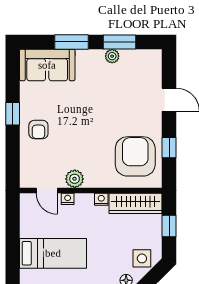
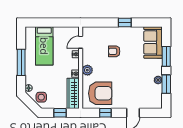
armchair: (38, 130) -> (114, 51), moved
plant: (75, 179) -> (87, 70), moved

